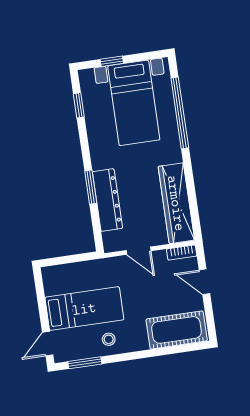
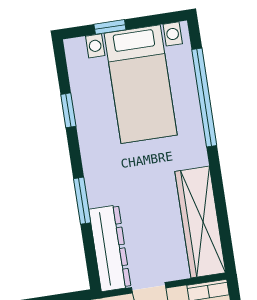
window: (79, 105) -> (68, 110), moved
dresser: (107, 200) -> (110, 248), moved

